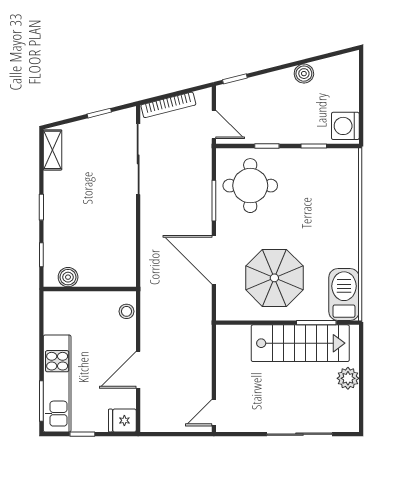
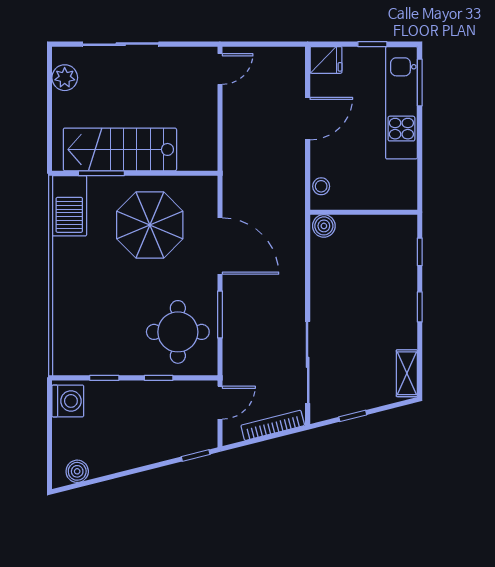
boiler: (304, 74) -> (77, 471), moved
door: (214, 124) -> (220, 403), swing flipped
boiler: (68, 277) -> (324, 226), moved
plant: (348, 378) -> (65, 78), moved

